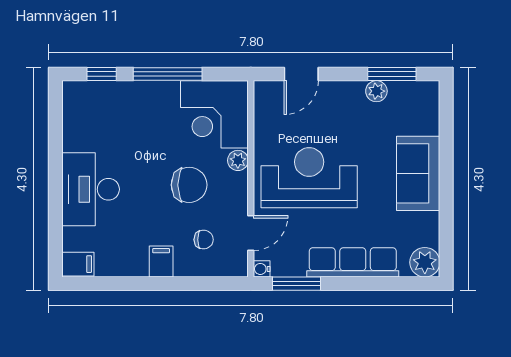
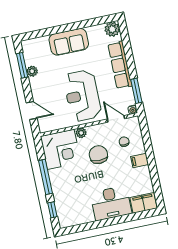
filing cabinet: (78, 264) -> (143, 203), width x2.00

